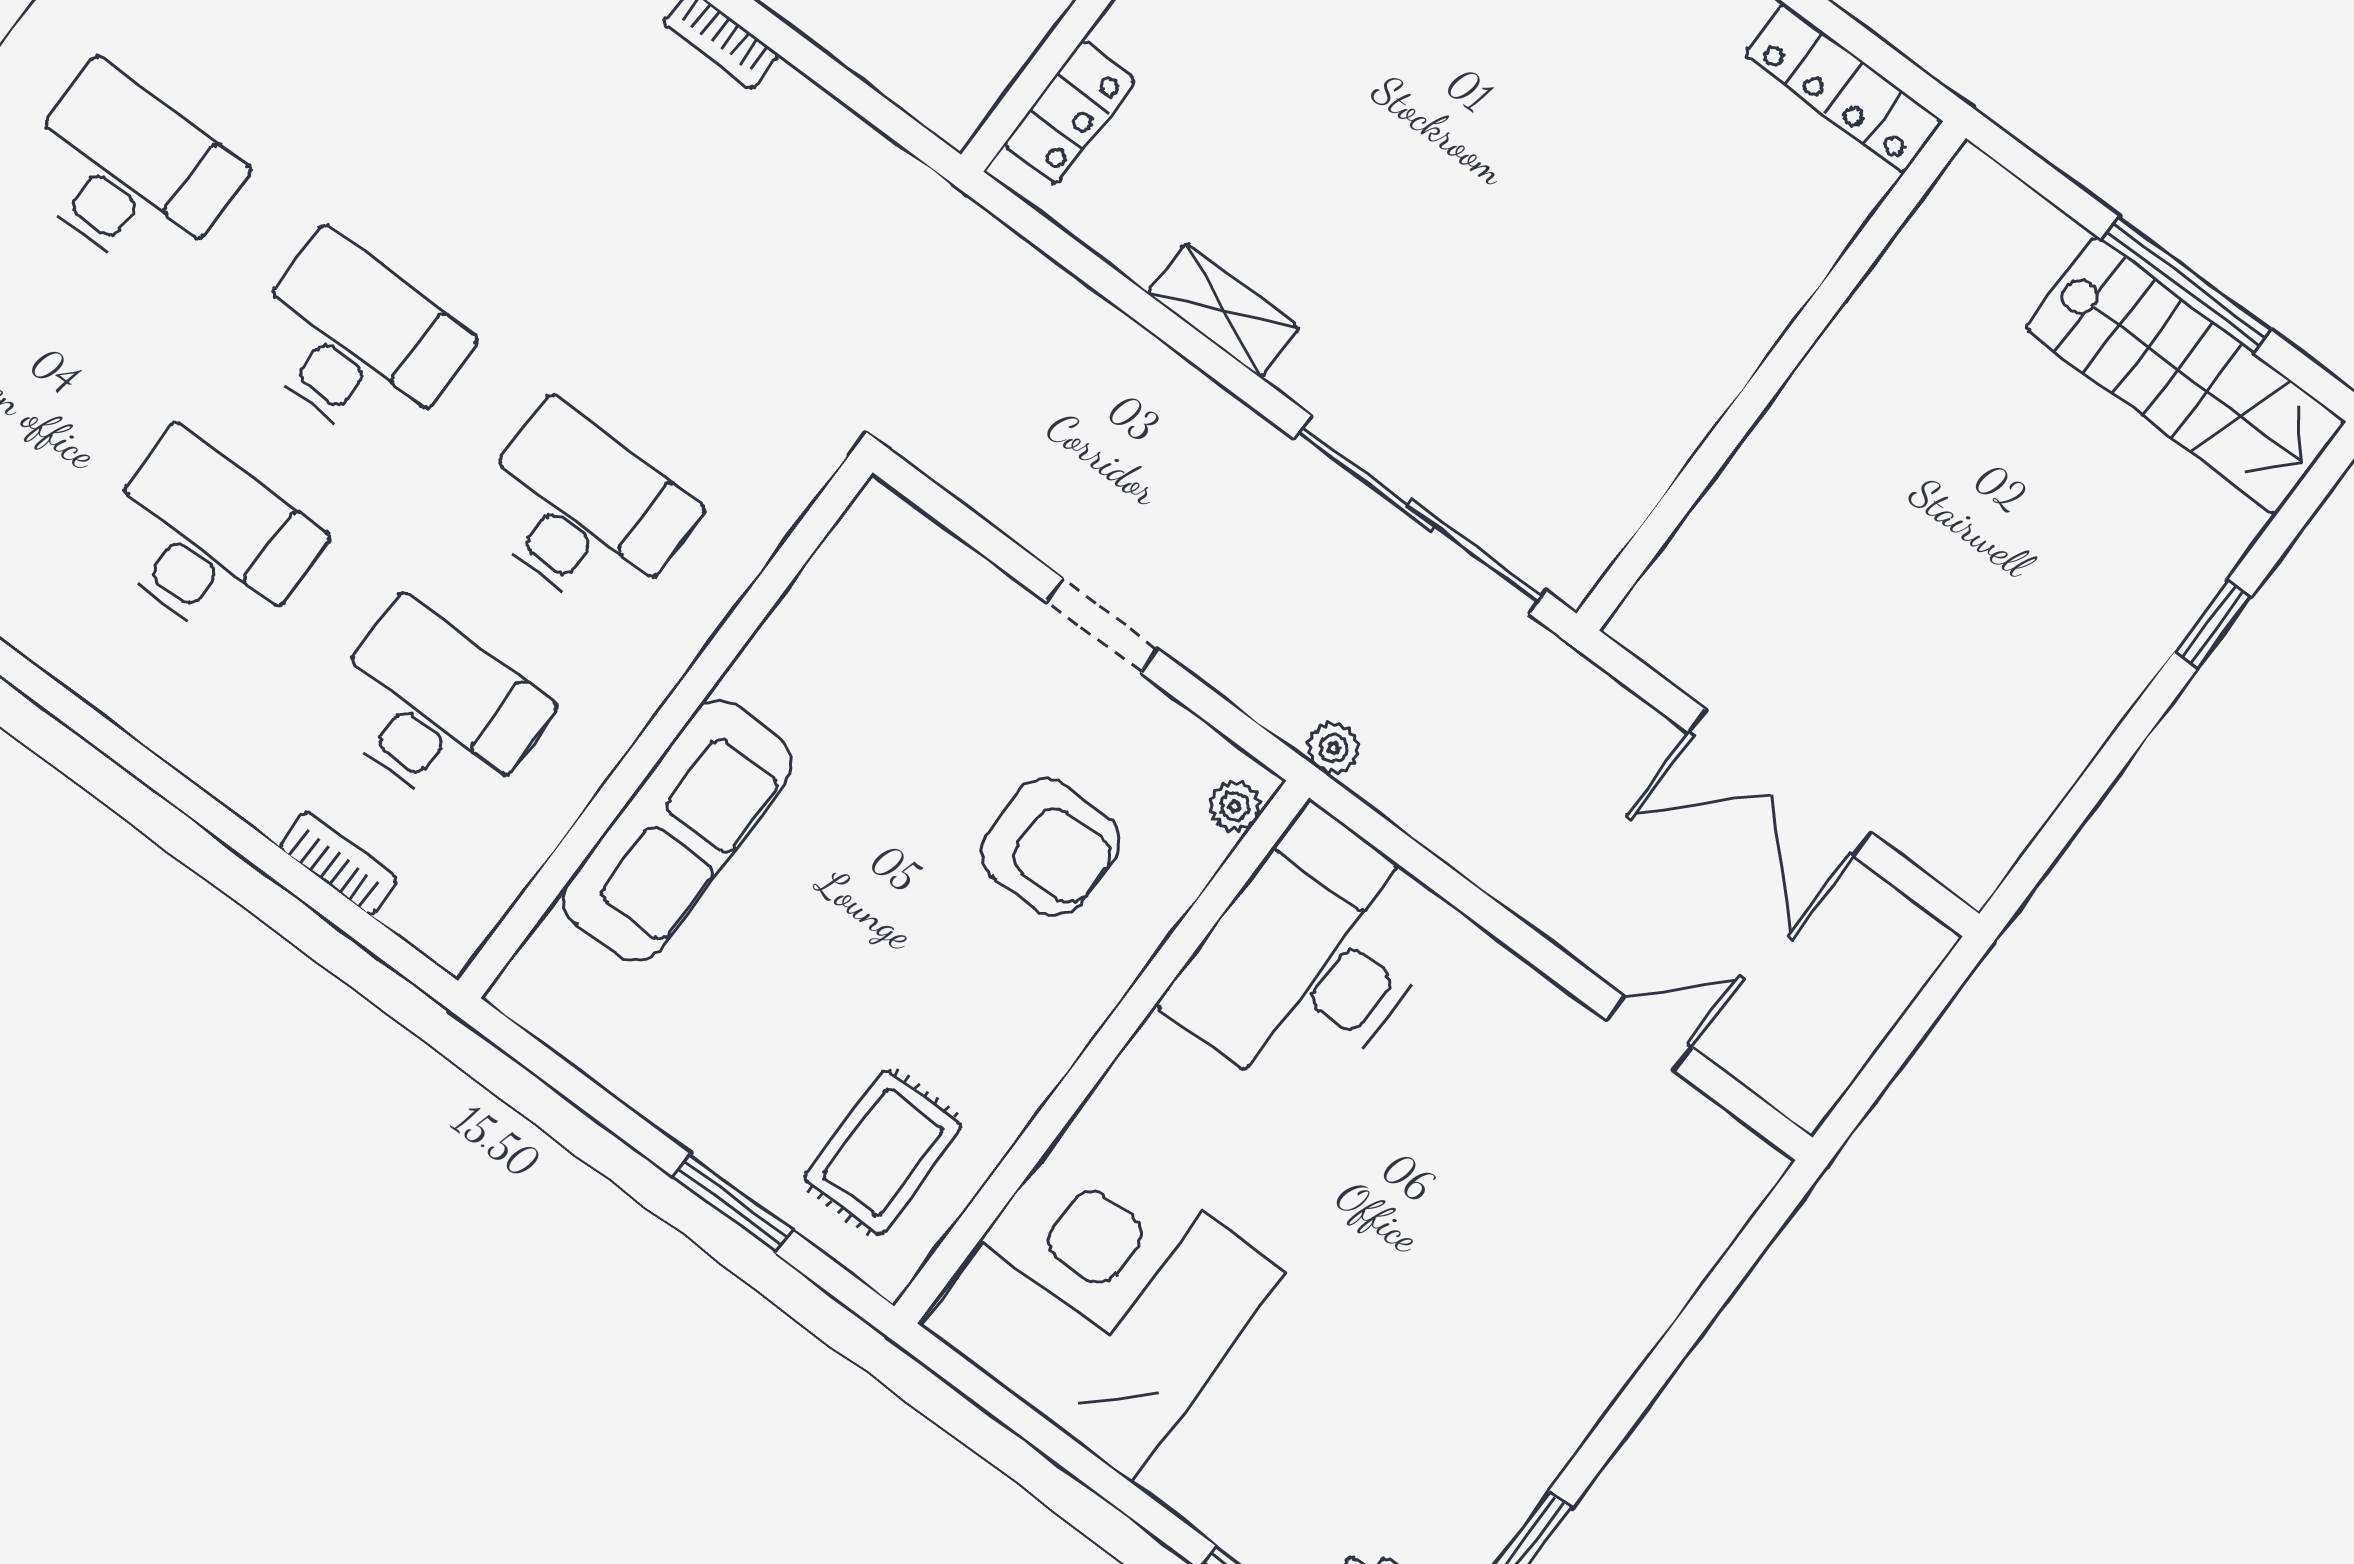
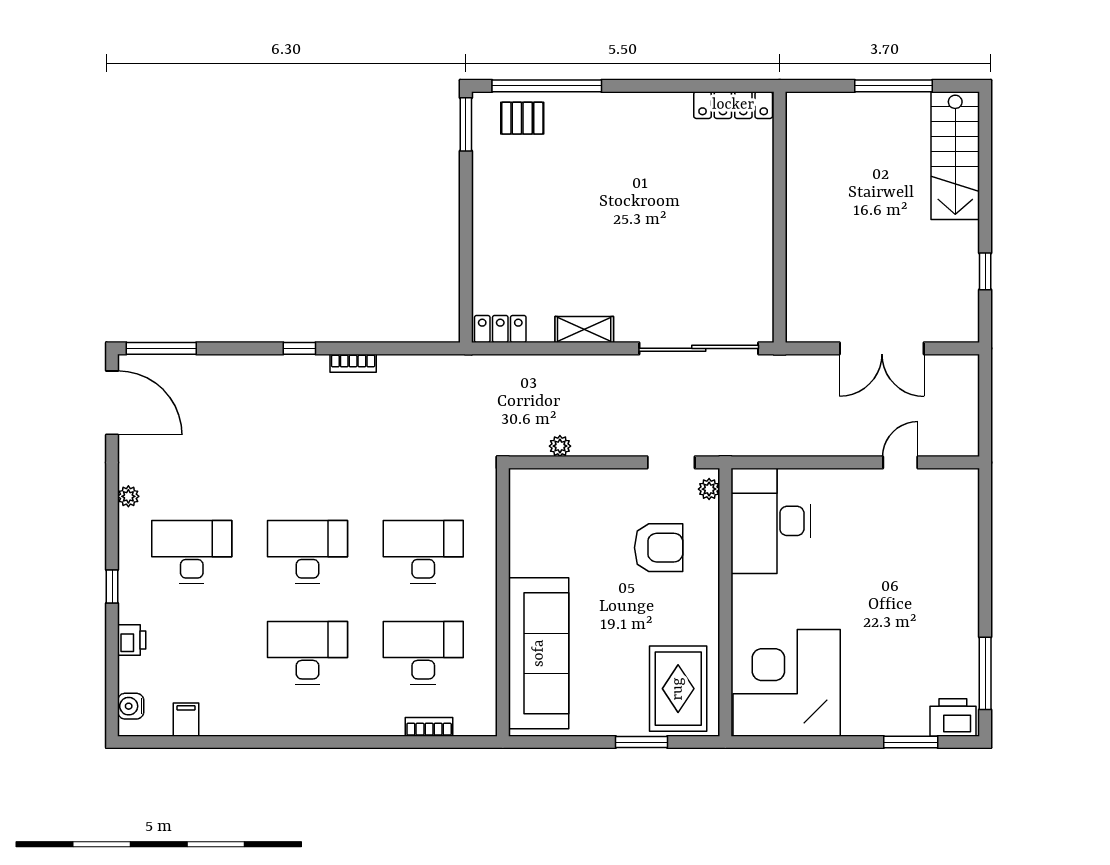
locker: (1069, 112) -> (500, 329), moved, turned -90
stairs: (2185, 375) -> (955, 156), moved, turned 90
window: (2213, 624) -> (985, 271), moved
doorway: (1102, 625) -> (671, 462), moved
plant: (1334, 748) -> (560, 446), moved
sofa: (678, 830) -> (539, 653), width x1.36, depth x1.27
rug: (883, 1152) -> (678, 689), width x1.36, depth x1.43

